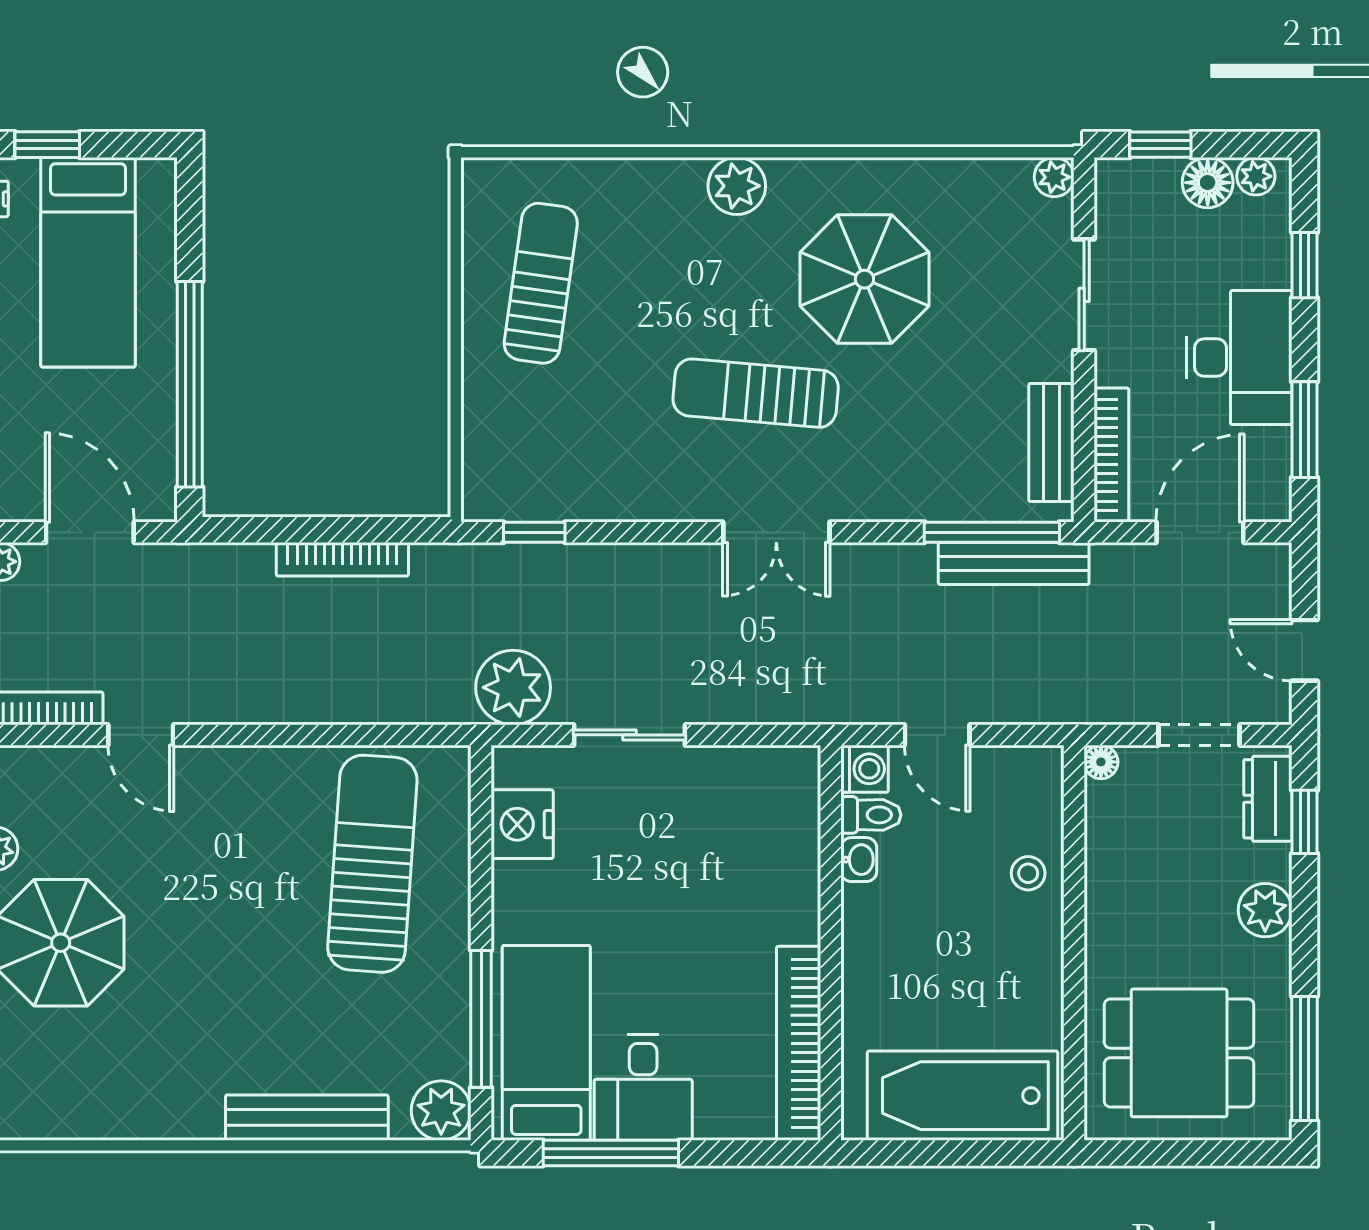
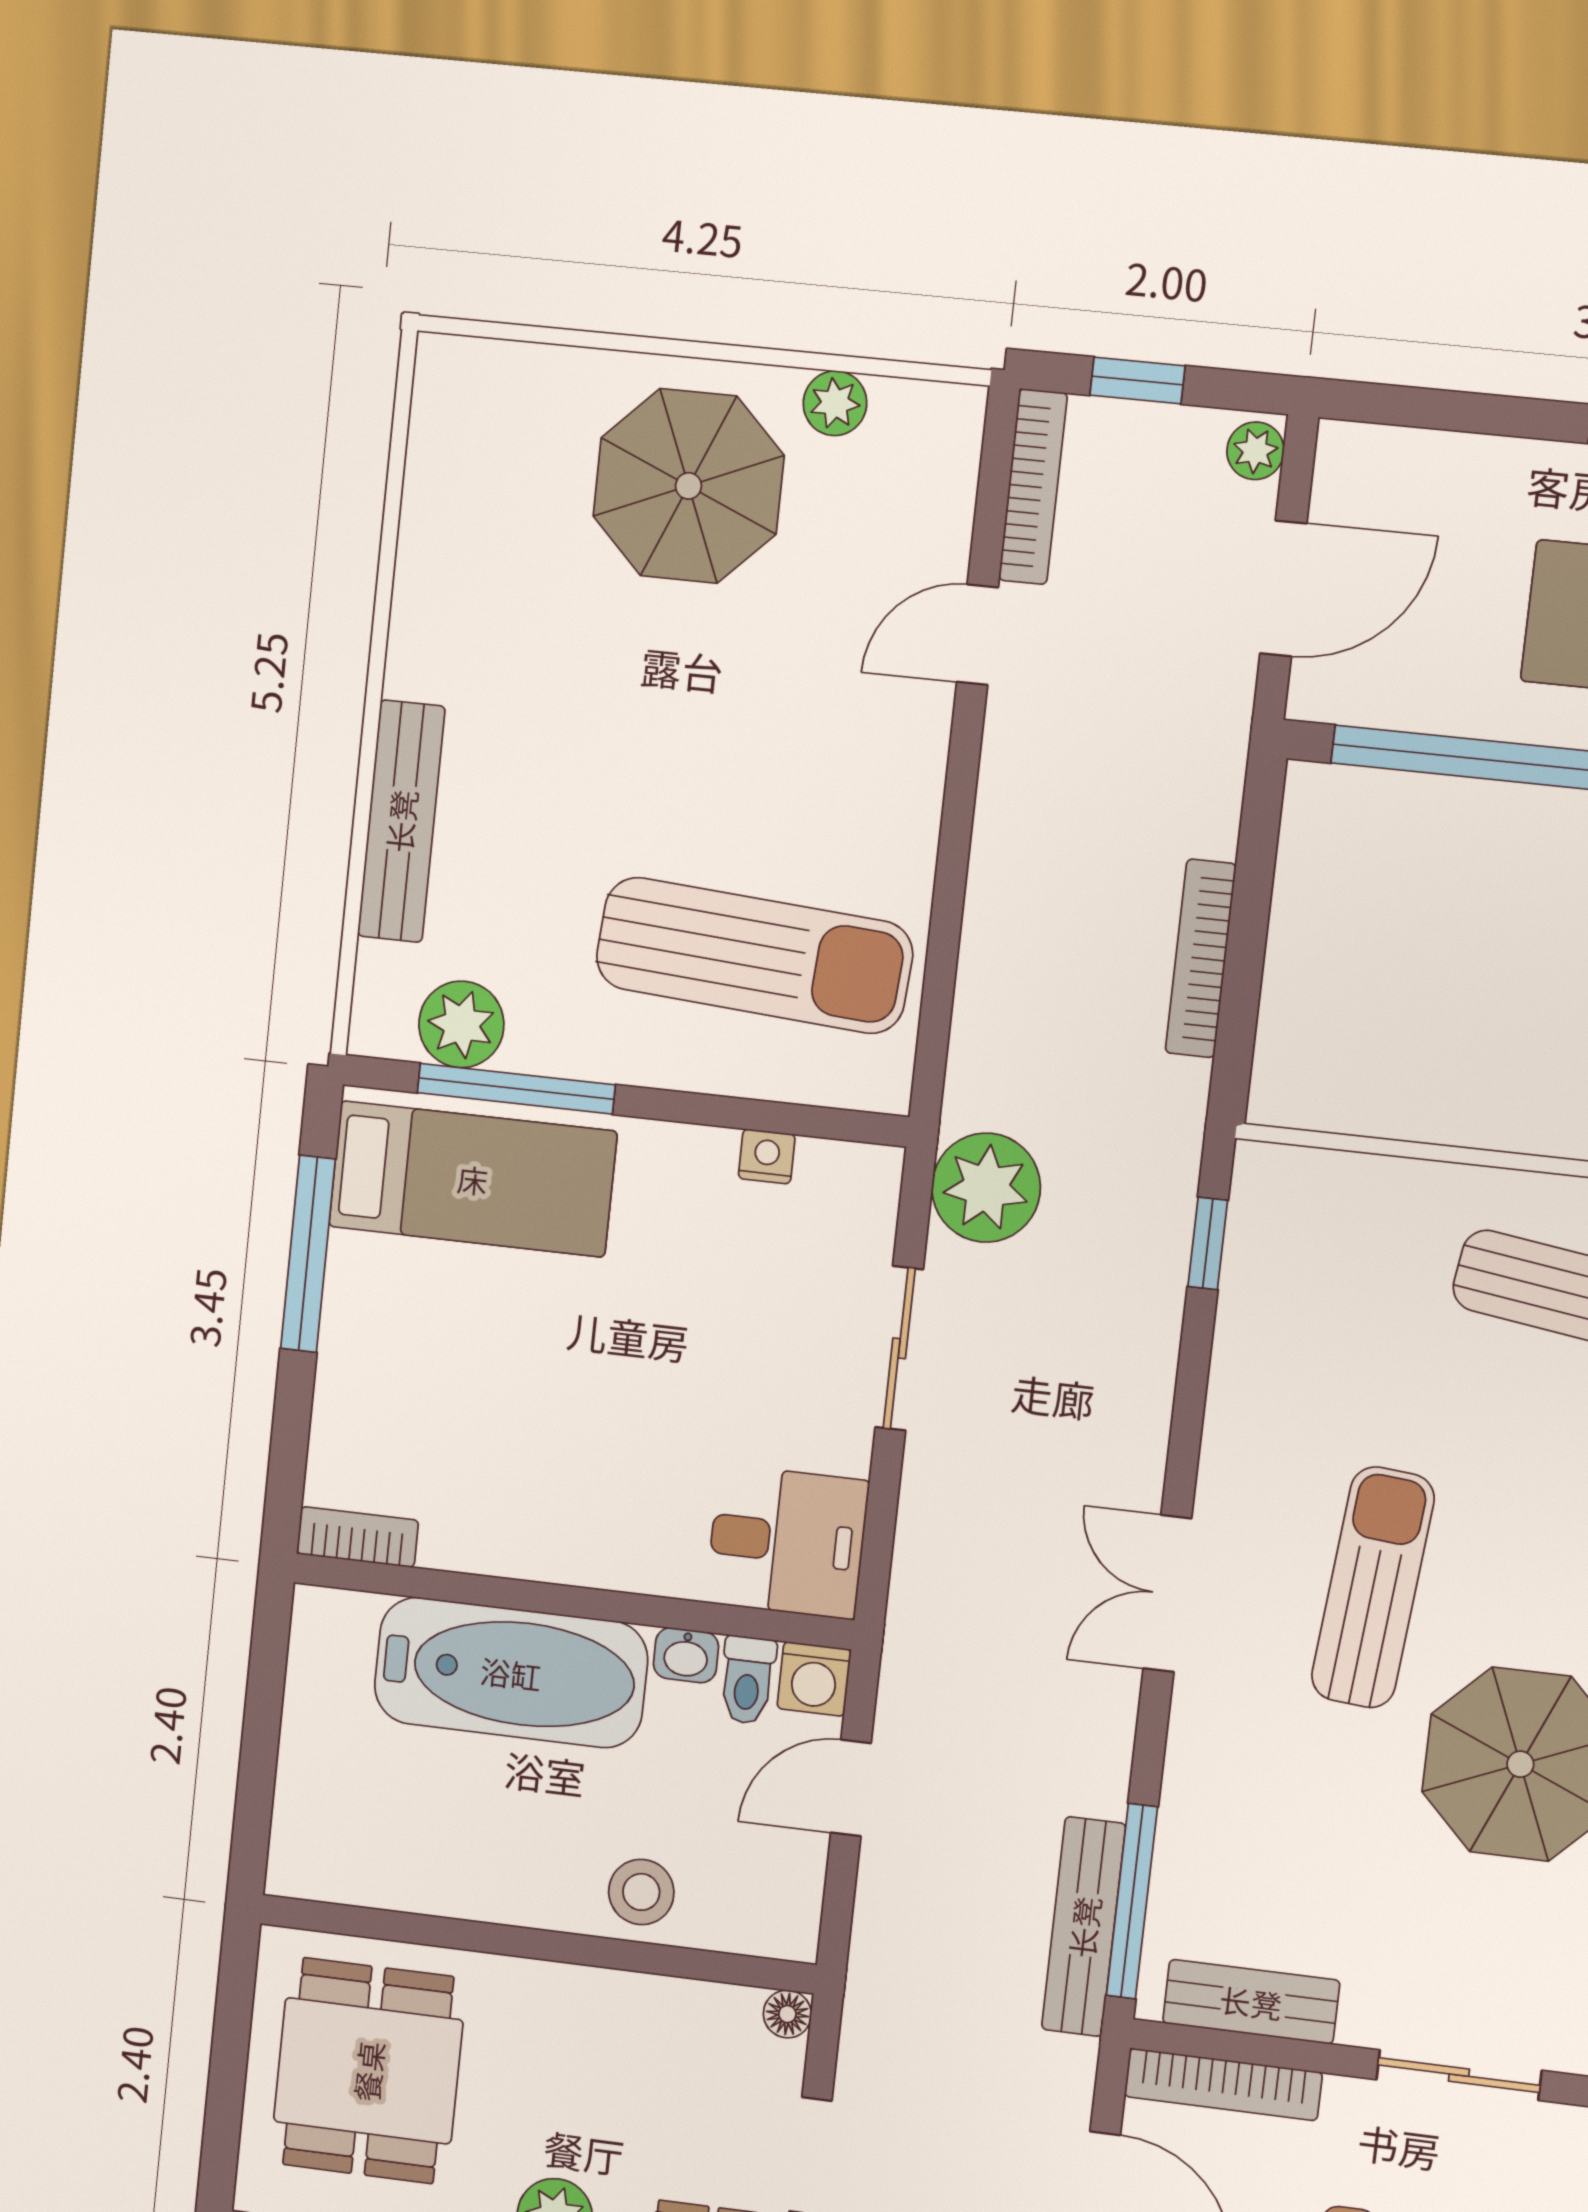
nightstand: (522, 824) -> (767, 1156), width x0.53, depth x0.56
stool: (1028, 873) -> (641, 1892), width x1.37, depth x1.37
bookcase: (799, 1043) -> (358, 1537), width x0.43, depth x0.76
desk: (643, 1088) -> (787, 1542), moved, turned 180
bathtub: (963, 1096) -> (511, 1673), moved, turned 90
plant: (441, 1111) -> (461, 1024), moved

